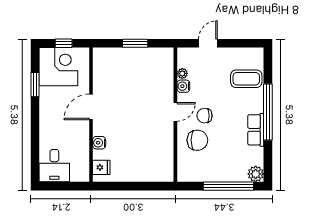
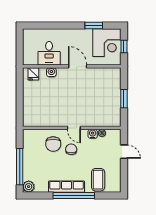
row of seats: (256, 130) -> (67, 187), width x1.48
desk: (54, 166) -> (49, 53), moved, turned -90

